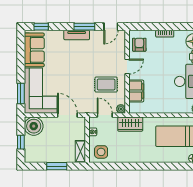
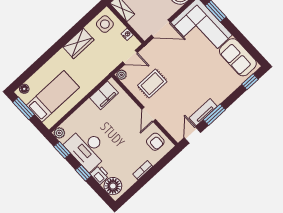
tv unit: (77, 35) -> (203, 112), moved
filing cabinet: (136, 91) -> (104, 95), moved, turned -90
wardrobe: (130, 124) -> (78, 43), moved, turned 180

